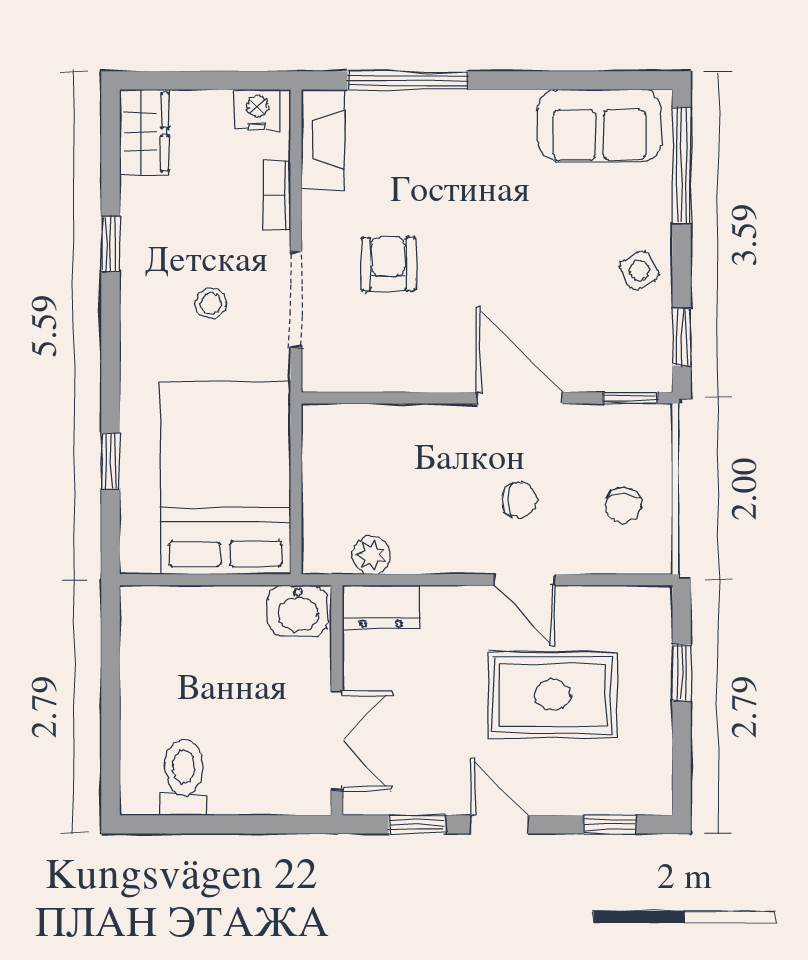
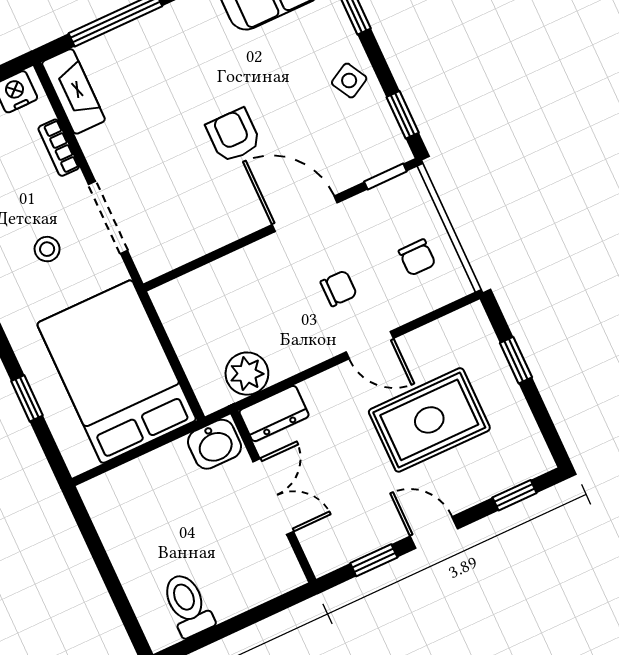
armchair: (388, 264) -> (233, 135), moved
plant: (371, 555) -> (247, 374), width x1.38, depth x1.38
double door: (337, 741) -> (273, 497), moved

